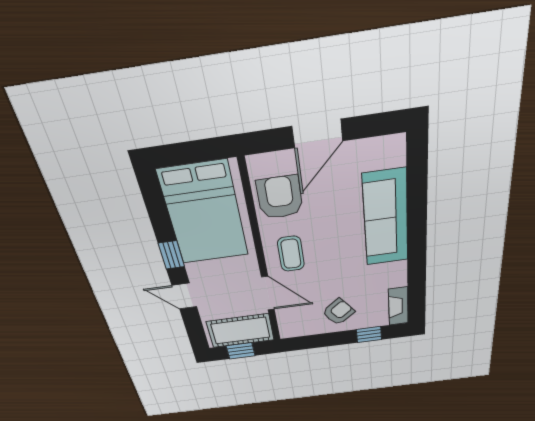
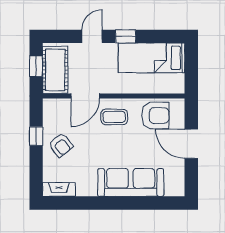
bed: (204, 214) -> (152, 58), width x0.67
window: (369, 335) -> (36, 136), moved

